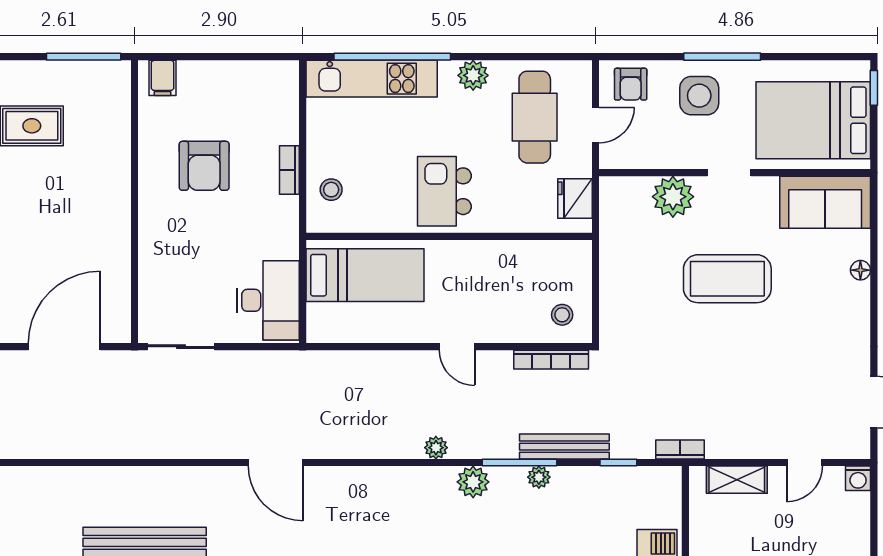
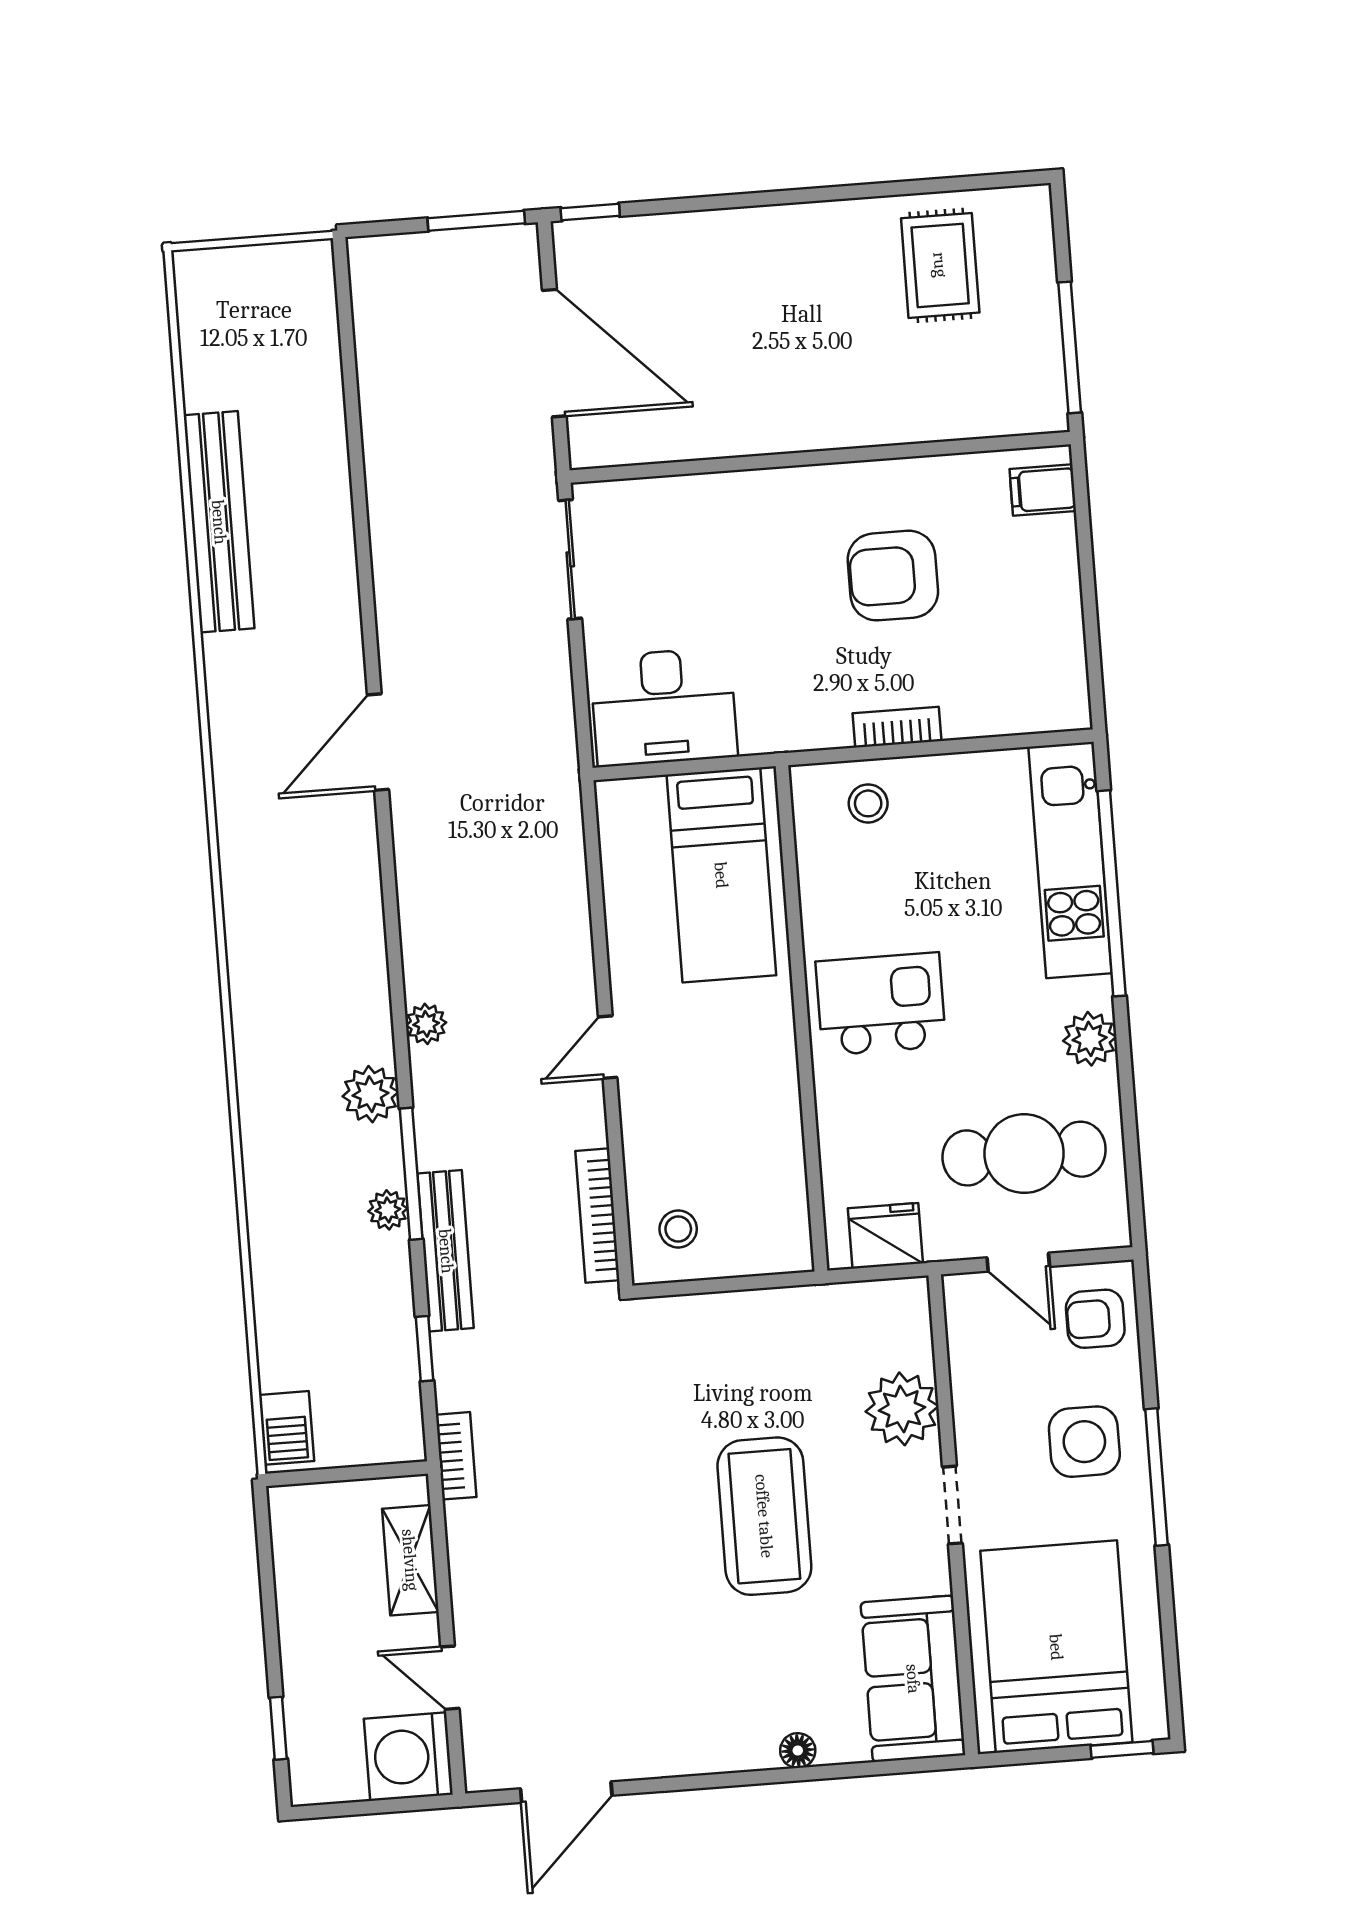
washing machine: (858, 478) -> (408, 1757), width x1.89, depth x1.89

